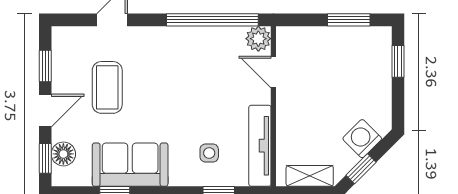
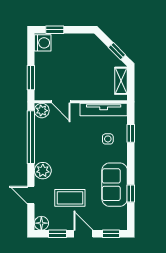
window: (349, 20) -> (31, 78), moved
plant: (154, 40) -> (43, 171), added
door: (273, 72) -> (61, 102), hinge flipped
washing machine: (362, 139) -> (43, 43), moved, turned -135
floor lamp: (63, 154) -> (41, 223), moved

